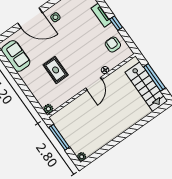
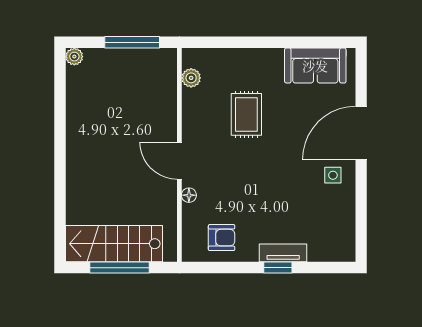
window: (116, 23) -> (278, 268), moved
rug: (56, 70) -> (246, 114), turned 90
plant: (48, 109) -> (191, 78), moved

